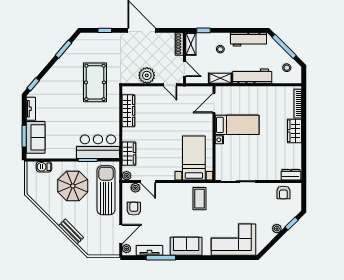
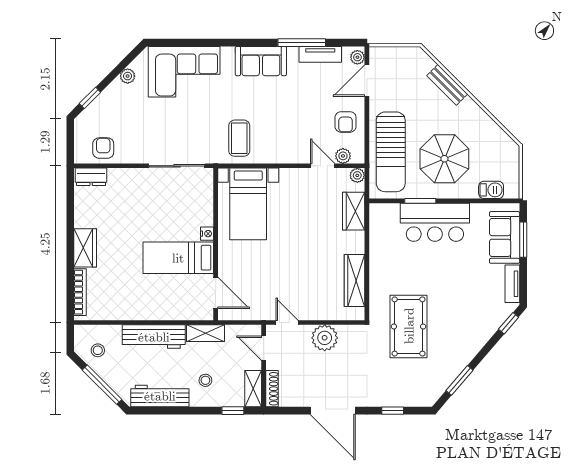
door: (214, 103) -> (216, 293), hinge flipped
bar counter: (98, 147) -> (435, 222), moved
plant: (277, 229) -> (128, 76), moved

